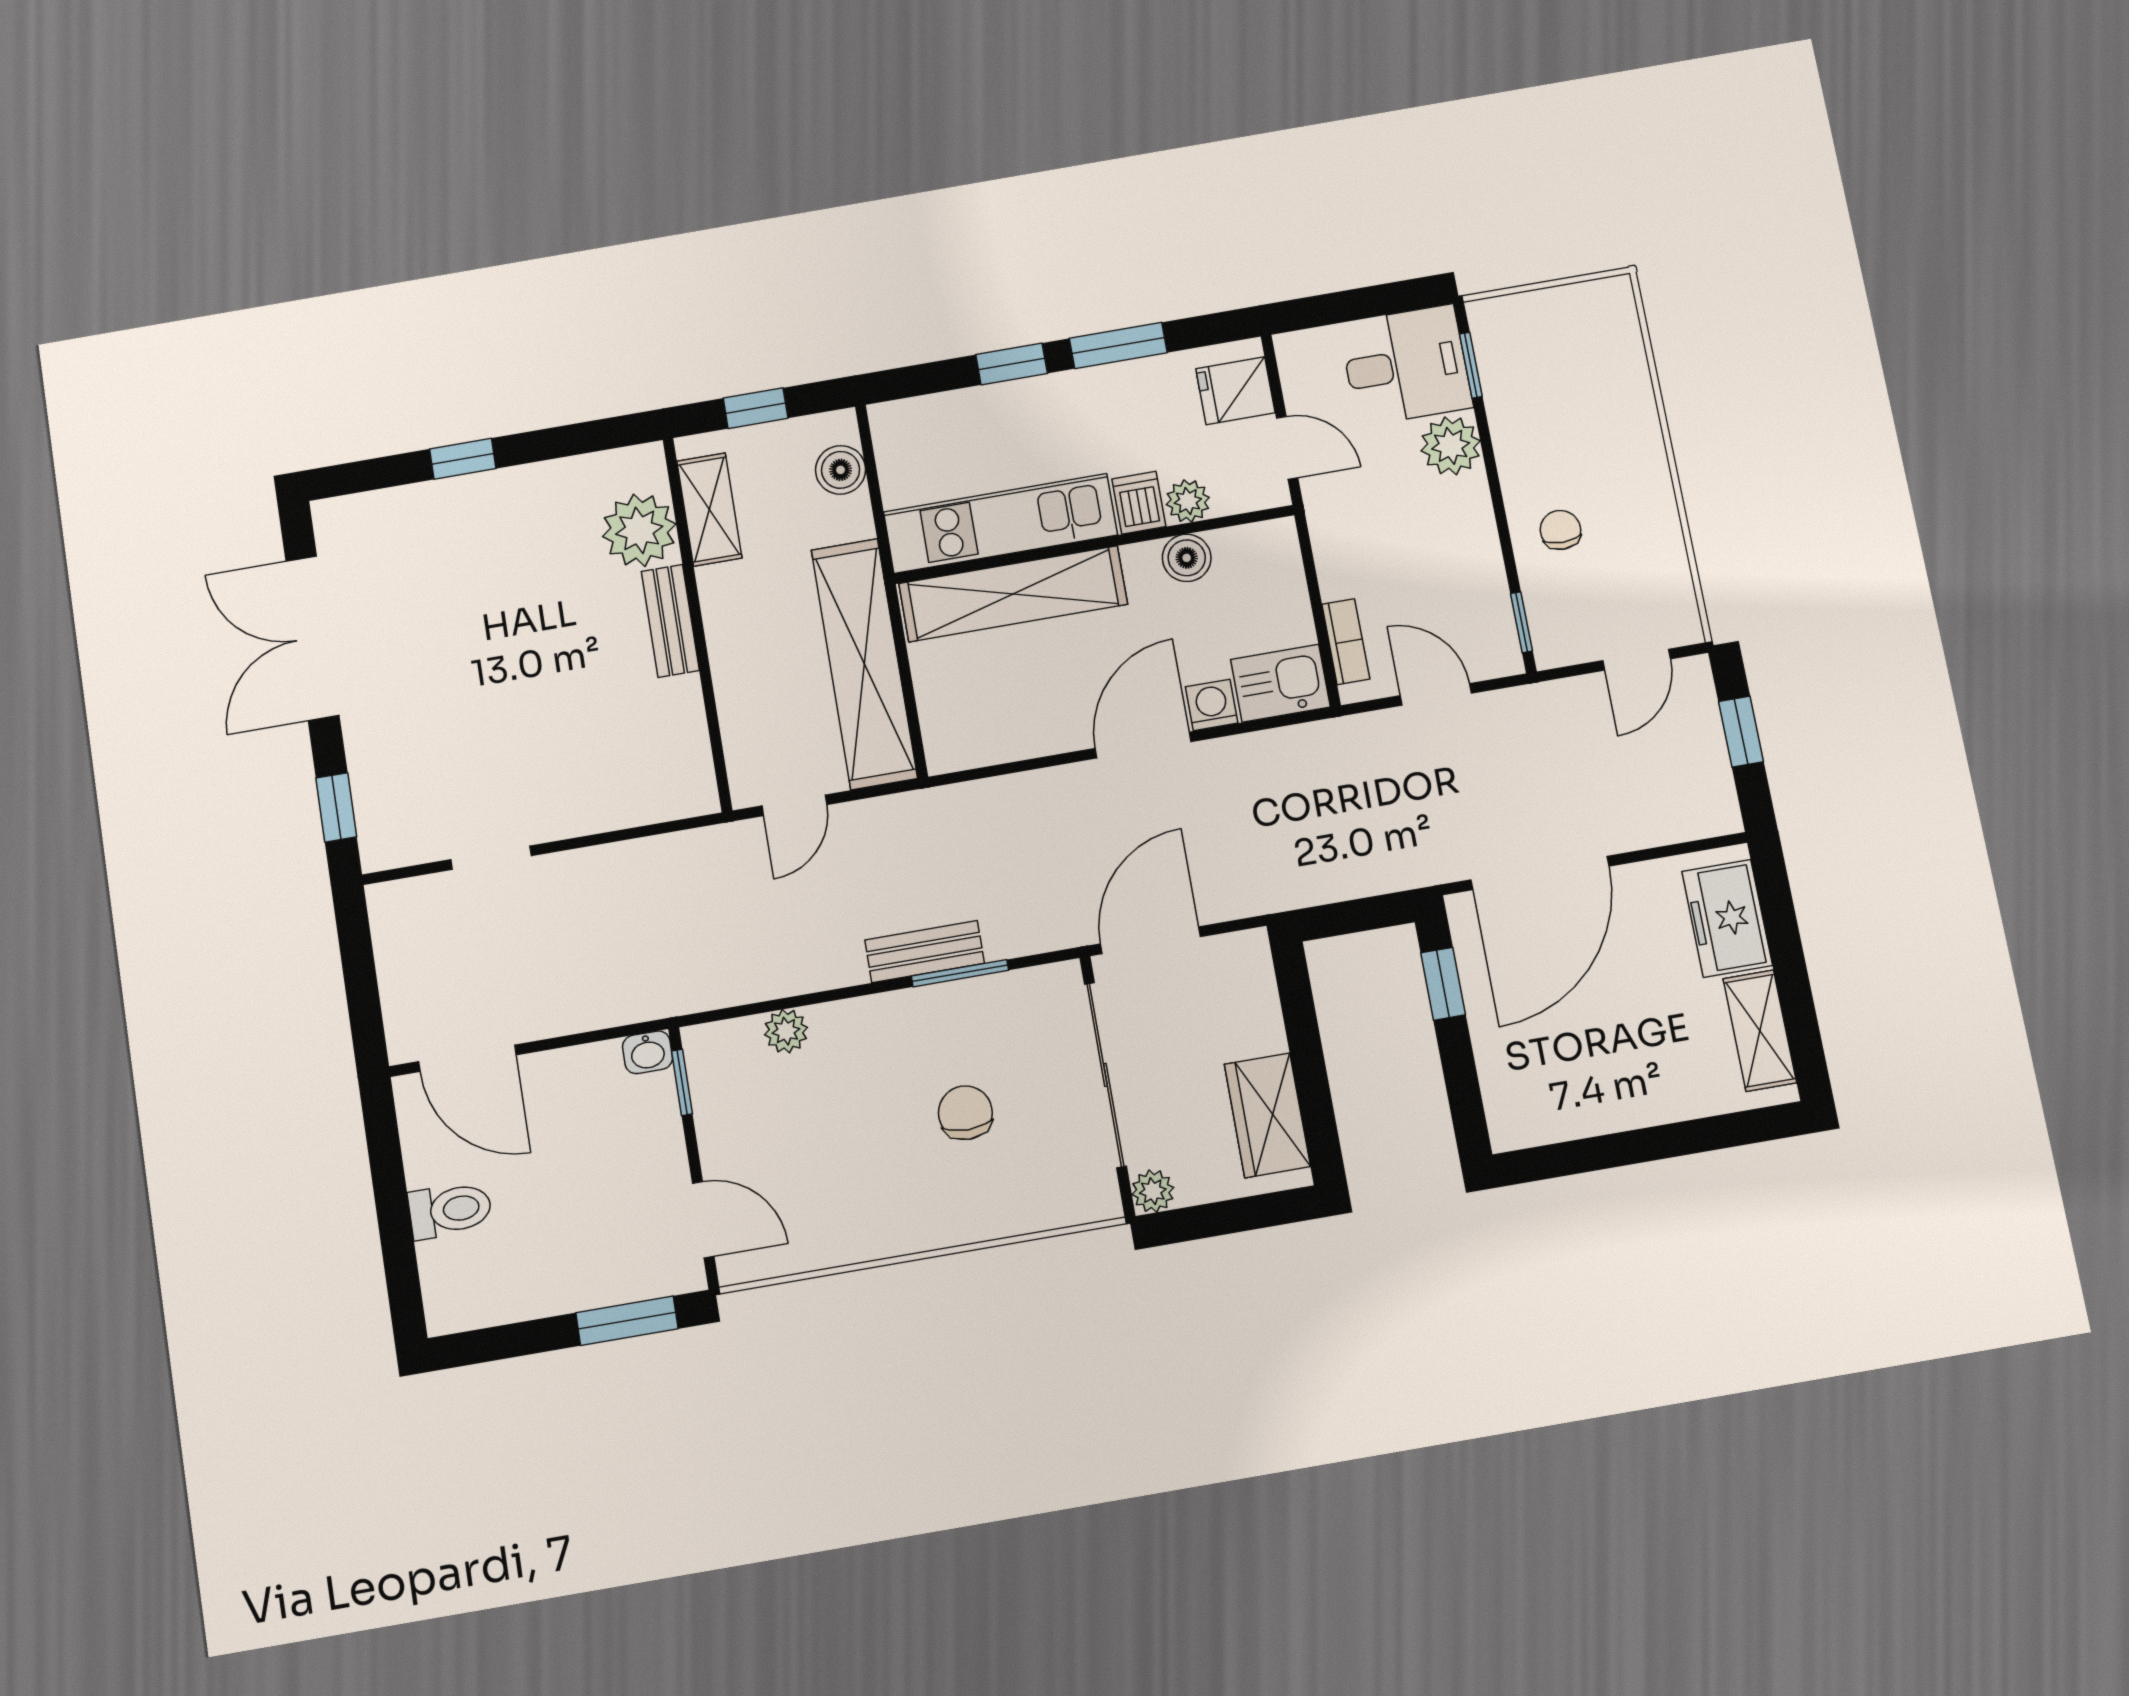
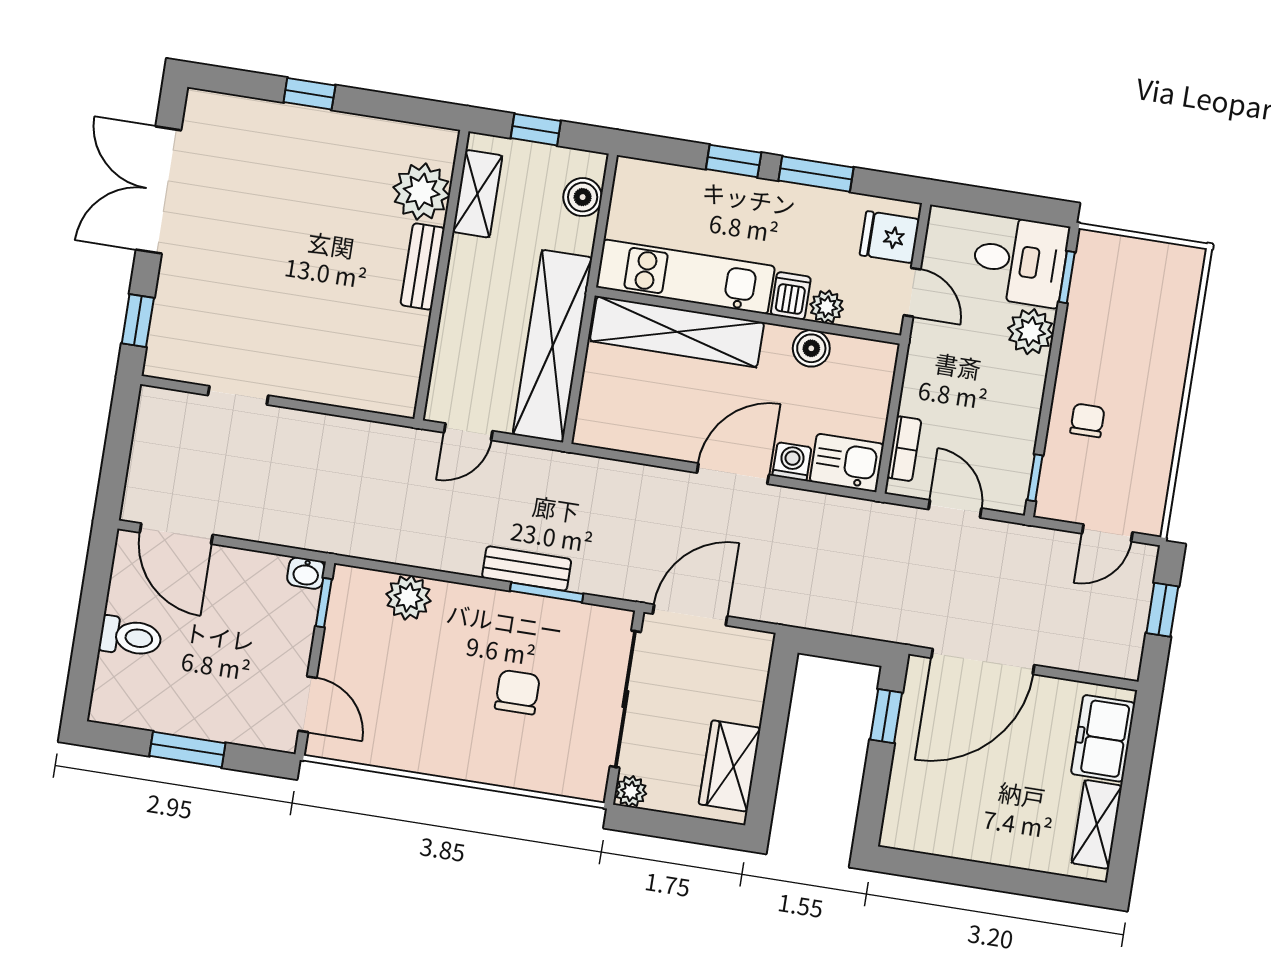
plant: (786, 1031) -> (408, 597), width x1.38, depth x1.38
window: (627, 1321) -> (187, 750), moved

